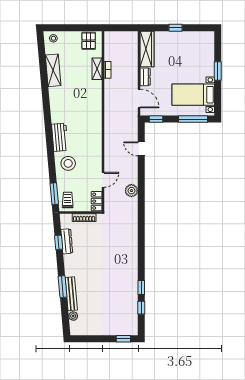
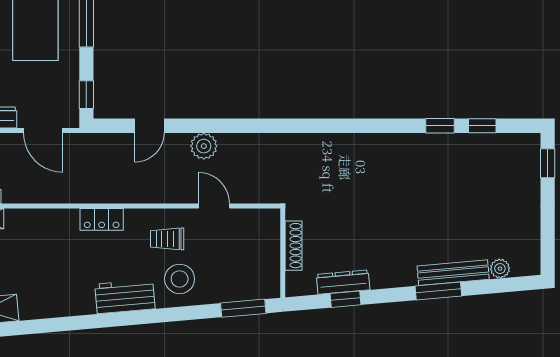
door: (139, 98) -> (43, 130), swing flipped
plant: (131, 191) -> (204, 146), moved
trolley: (68, 200) -> (167, 239), moved
locker: (97, 201) -> (102, 219), moved

